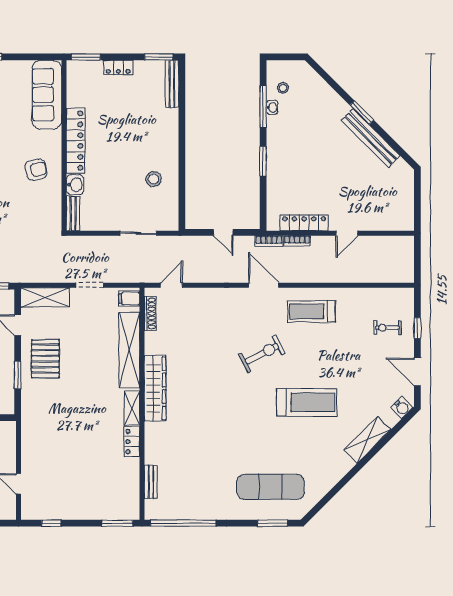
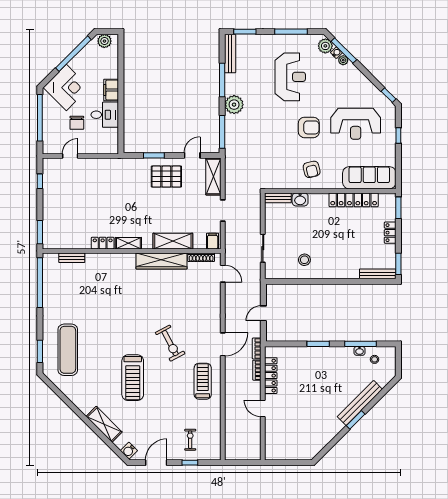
bench: (371, 138) -> (360, 403), moved
locker: (76, 141) -> (354, 200), moved
shelving: (129, 350) -> (173, 241), width x0.68
wardrobe: (155, 388) -> (162, 261), moved

